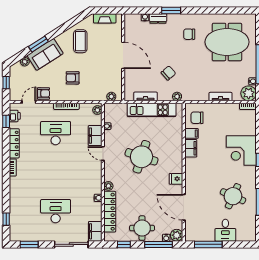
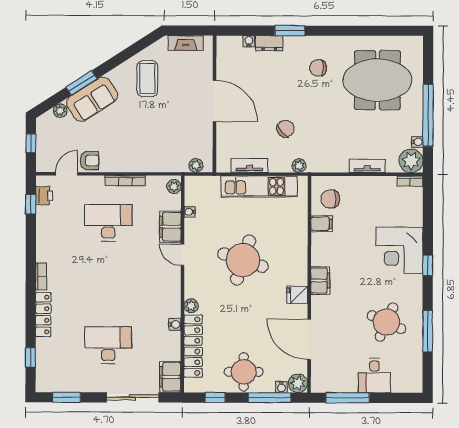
armchair: (73, 78) -> (135, 136), removed
locker: (14, 143) -> (43, 315), moved
filing cabinet: (191, 148) -> (320, 280), moved

